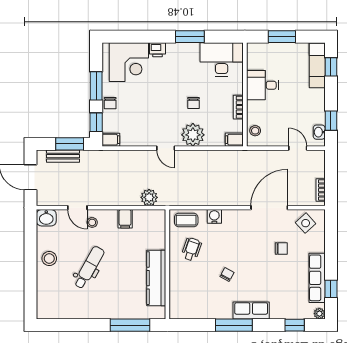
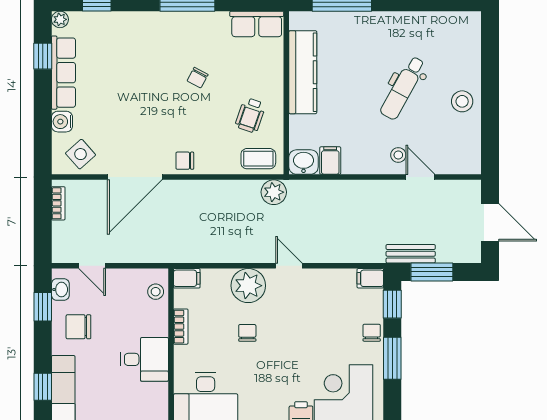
chair: (307, 107) -> (78, 327), added
bench: (63, 156) -> (411, 254), moved
plant: (149, 197) -> (274, 192), moved
water cooler: (214, 216) -> (62, 122), moved, turned 90
washbasin: (46, 218) -> (304, 162), moved
filing cabinet: (125, 219) -> (330, 161), moved
chair: (281, 248) -> (185, 161), moved
row of seats: (251, 311) -> (257, 24), moved

